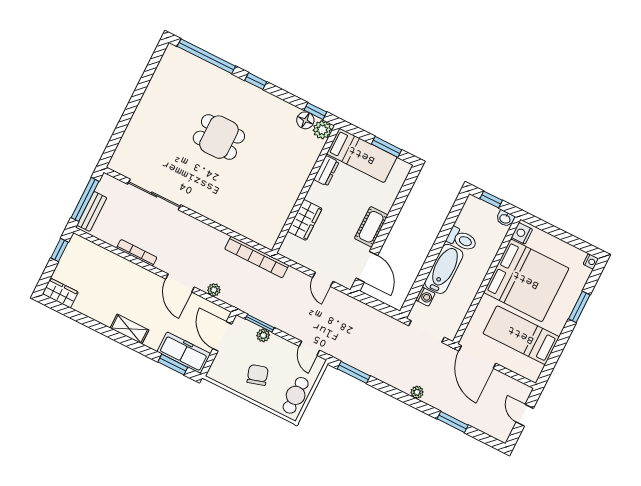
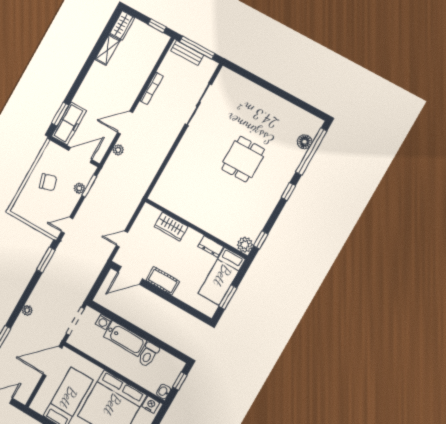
floor lamp: (305, 120) -> (305, 142), moved
bookcase: (257, 257) -> (143, 186), removed
shelving: (129, 329) -> (108, 50), moved
cafe table: (296, 395) -> (30, 212), removed

